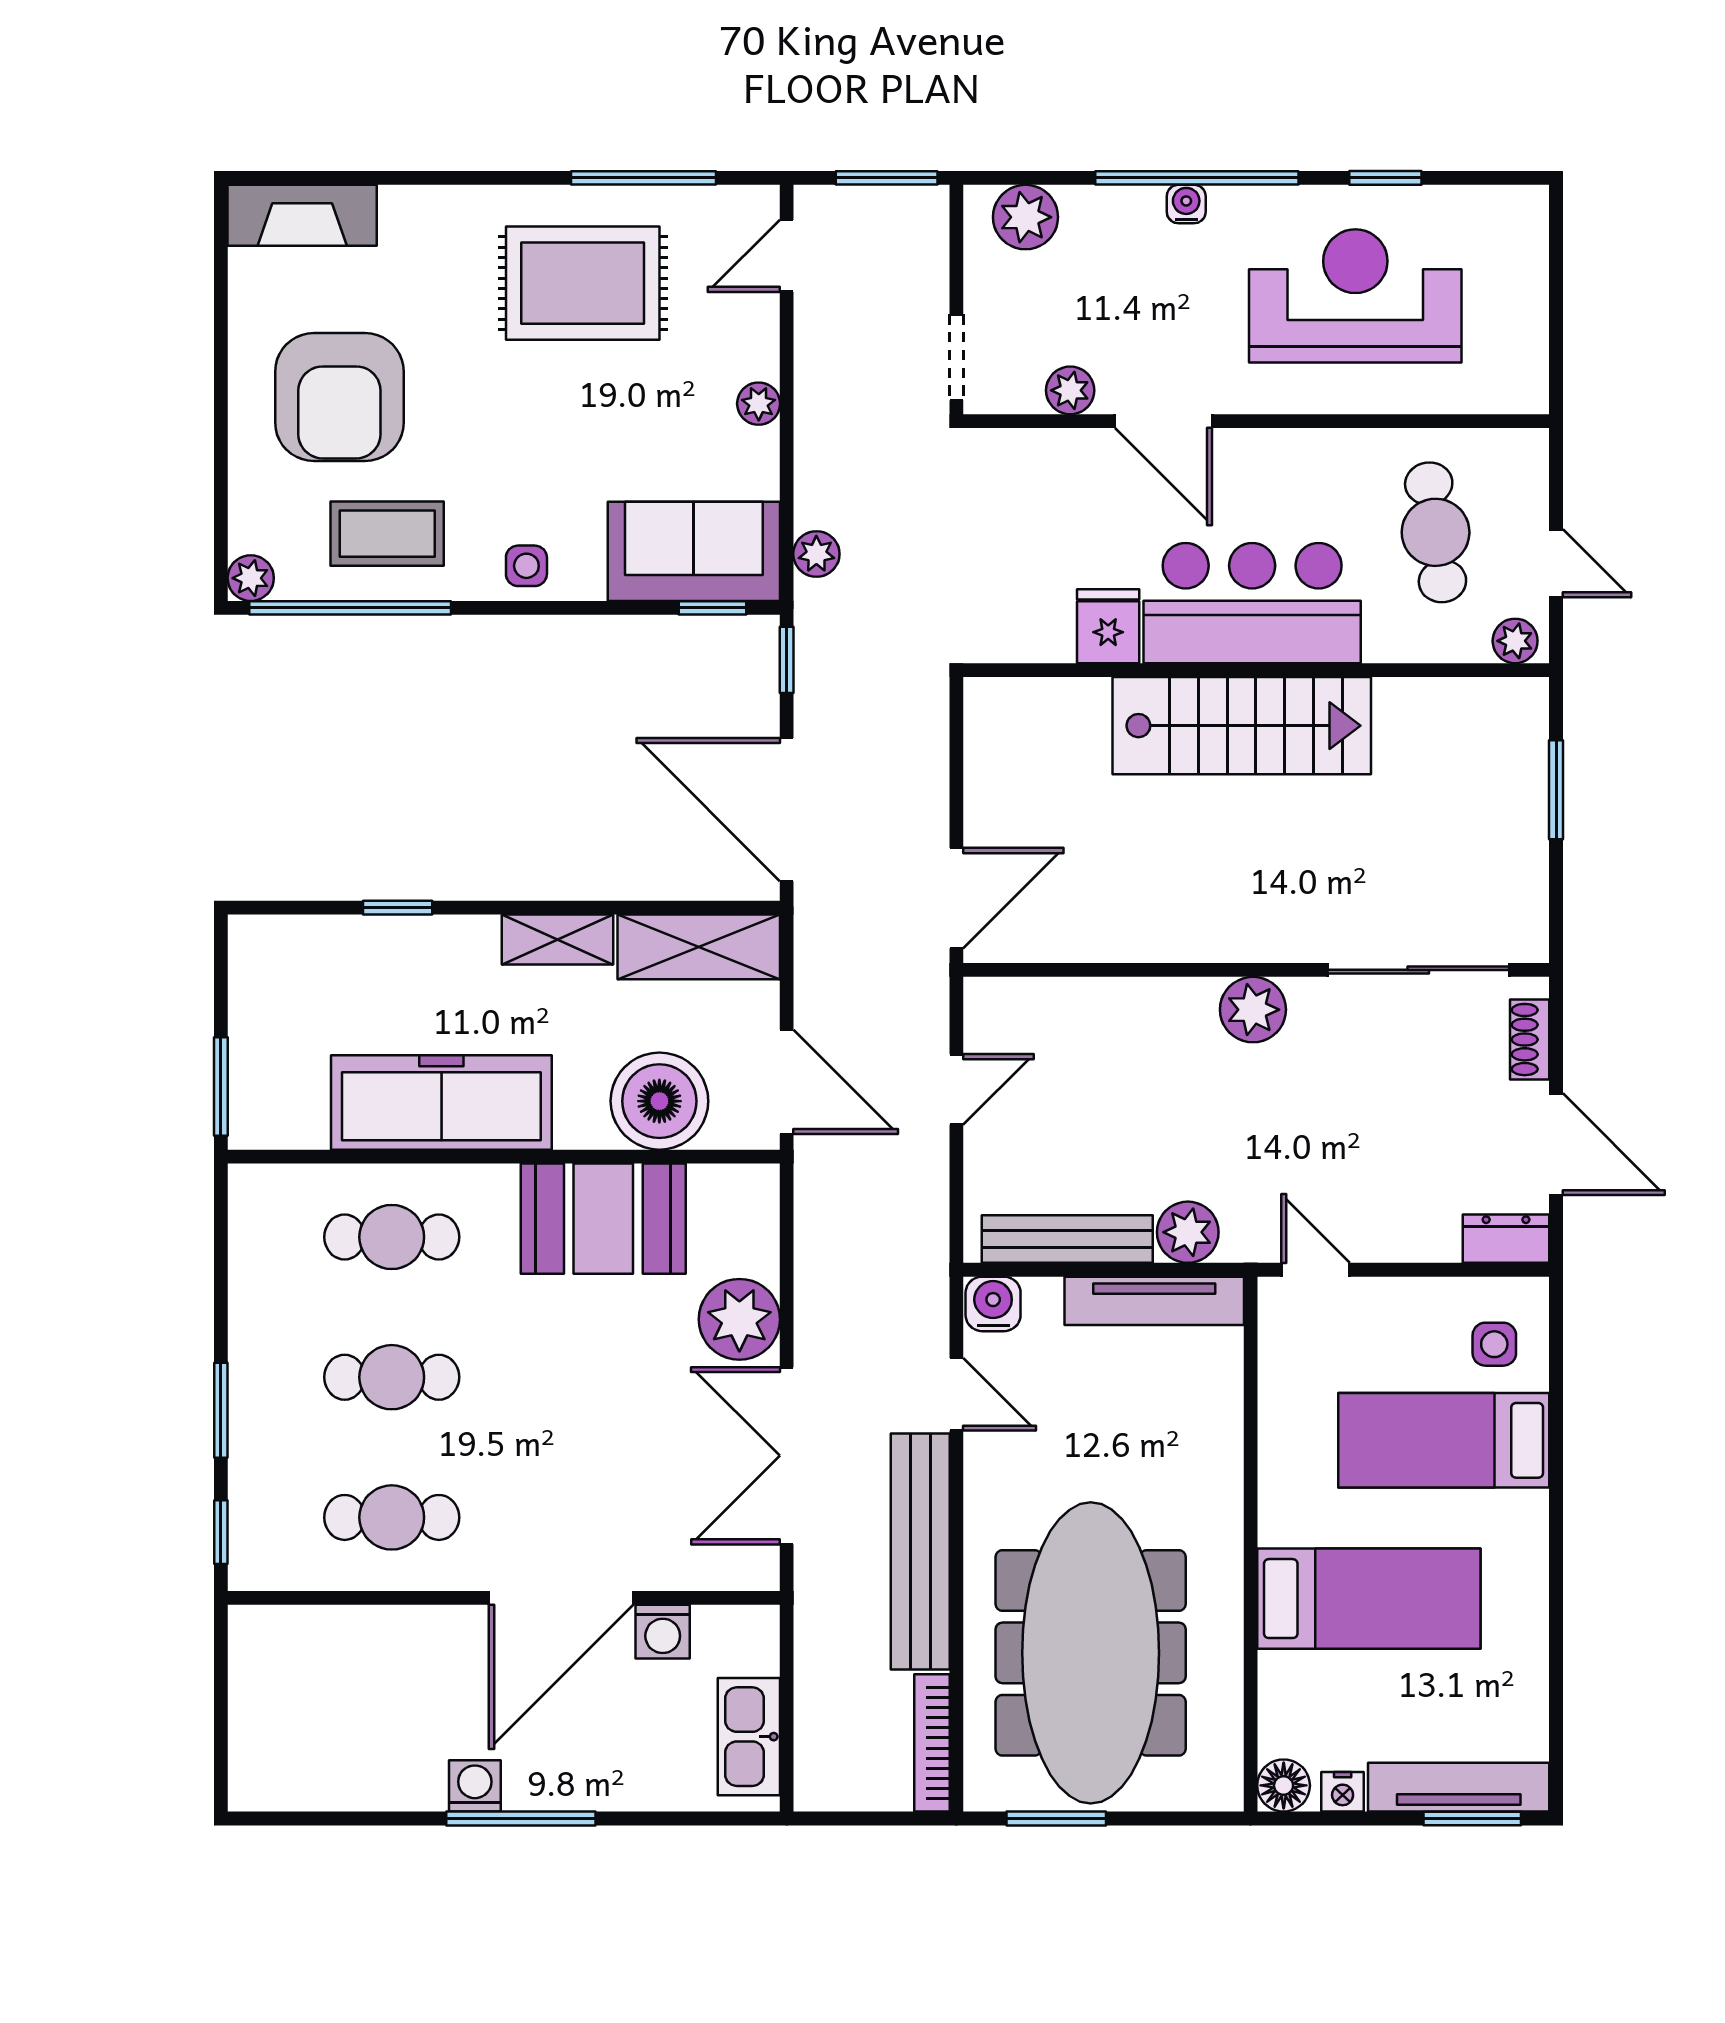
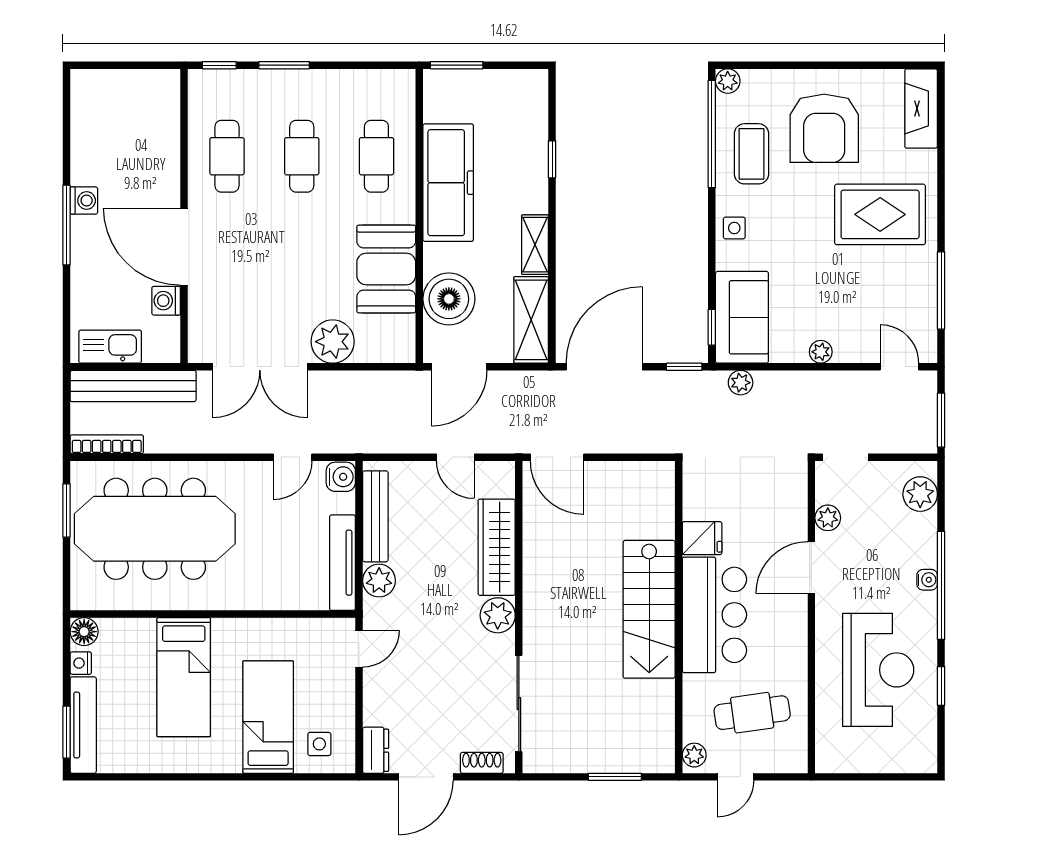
rug: (583, 283) -> (880, 214), moved, turned 90
armchair: (339, 397) -> (824, 128), turned -90
wardrobe: (1125, 1012) -> (497, 547), added
double door: (787, 1456) -> (260, 367), swing flipped
bench: (920, 1552) -> (133, 386), moved

